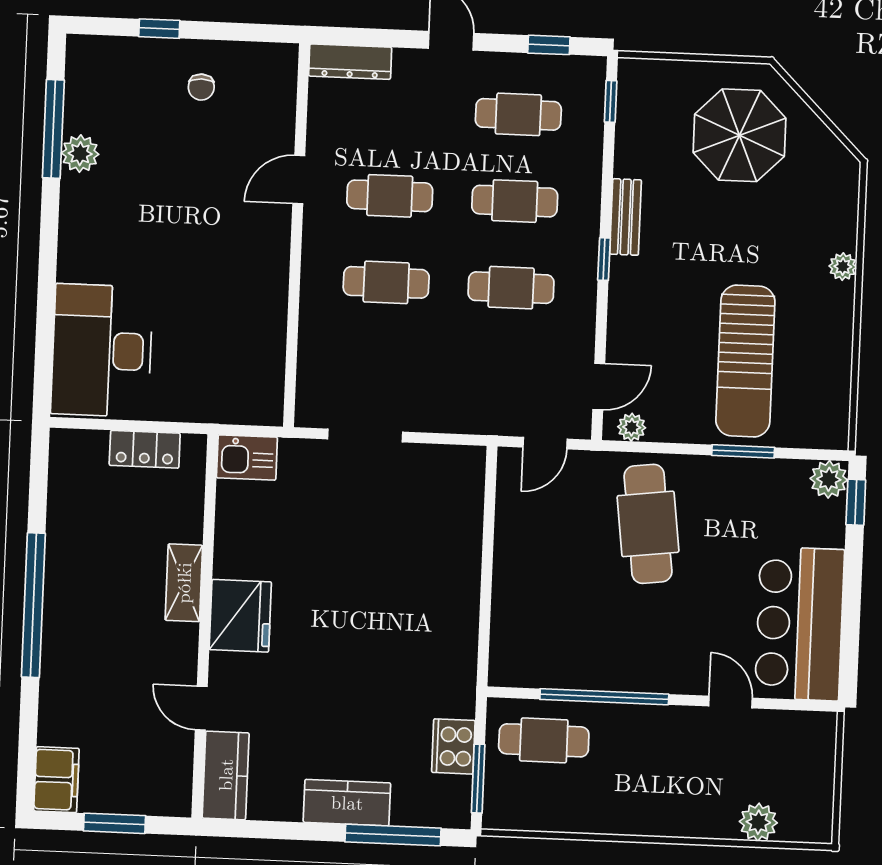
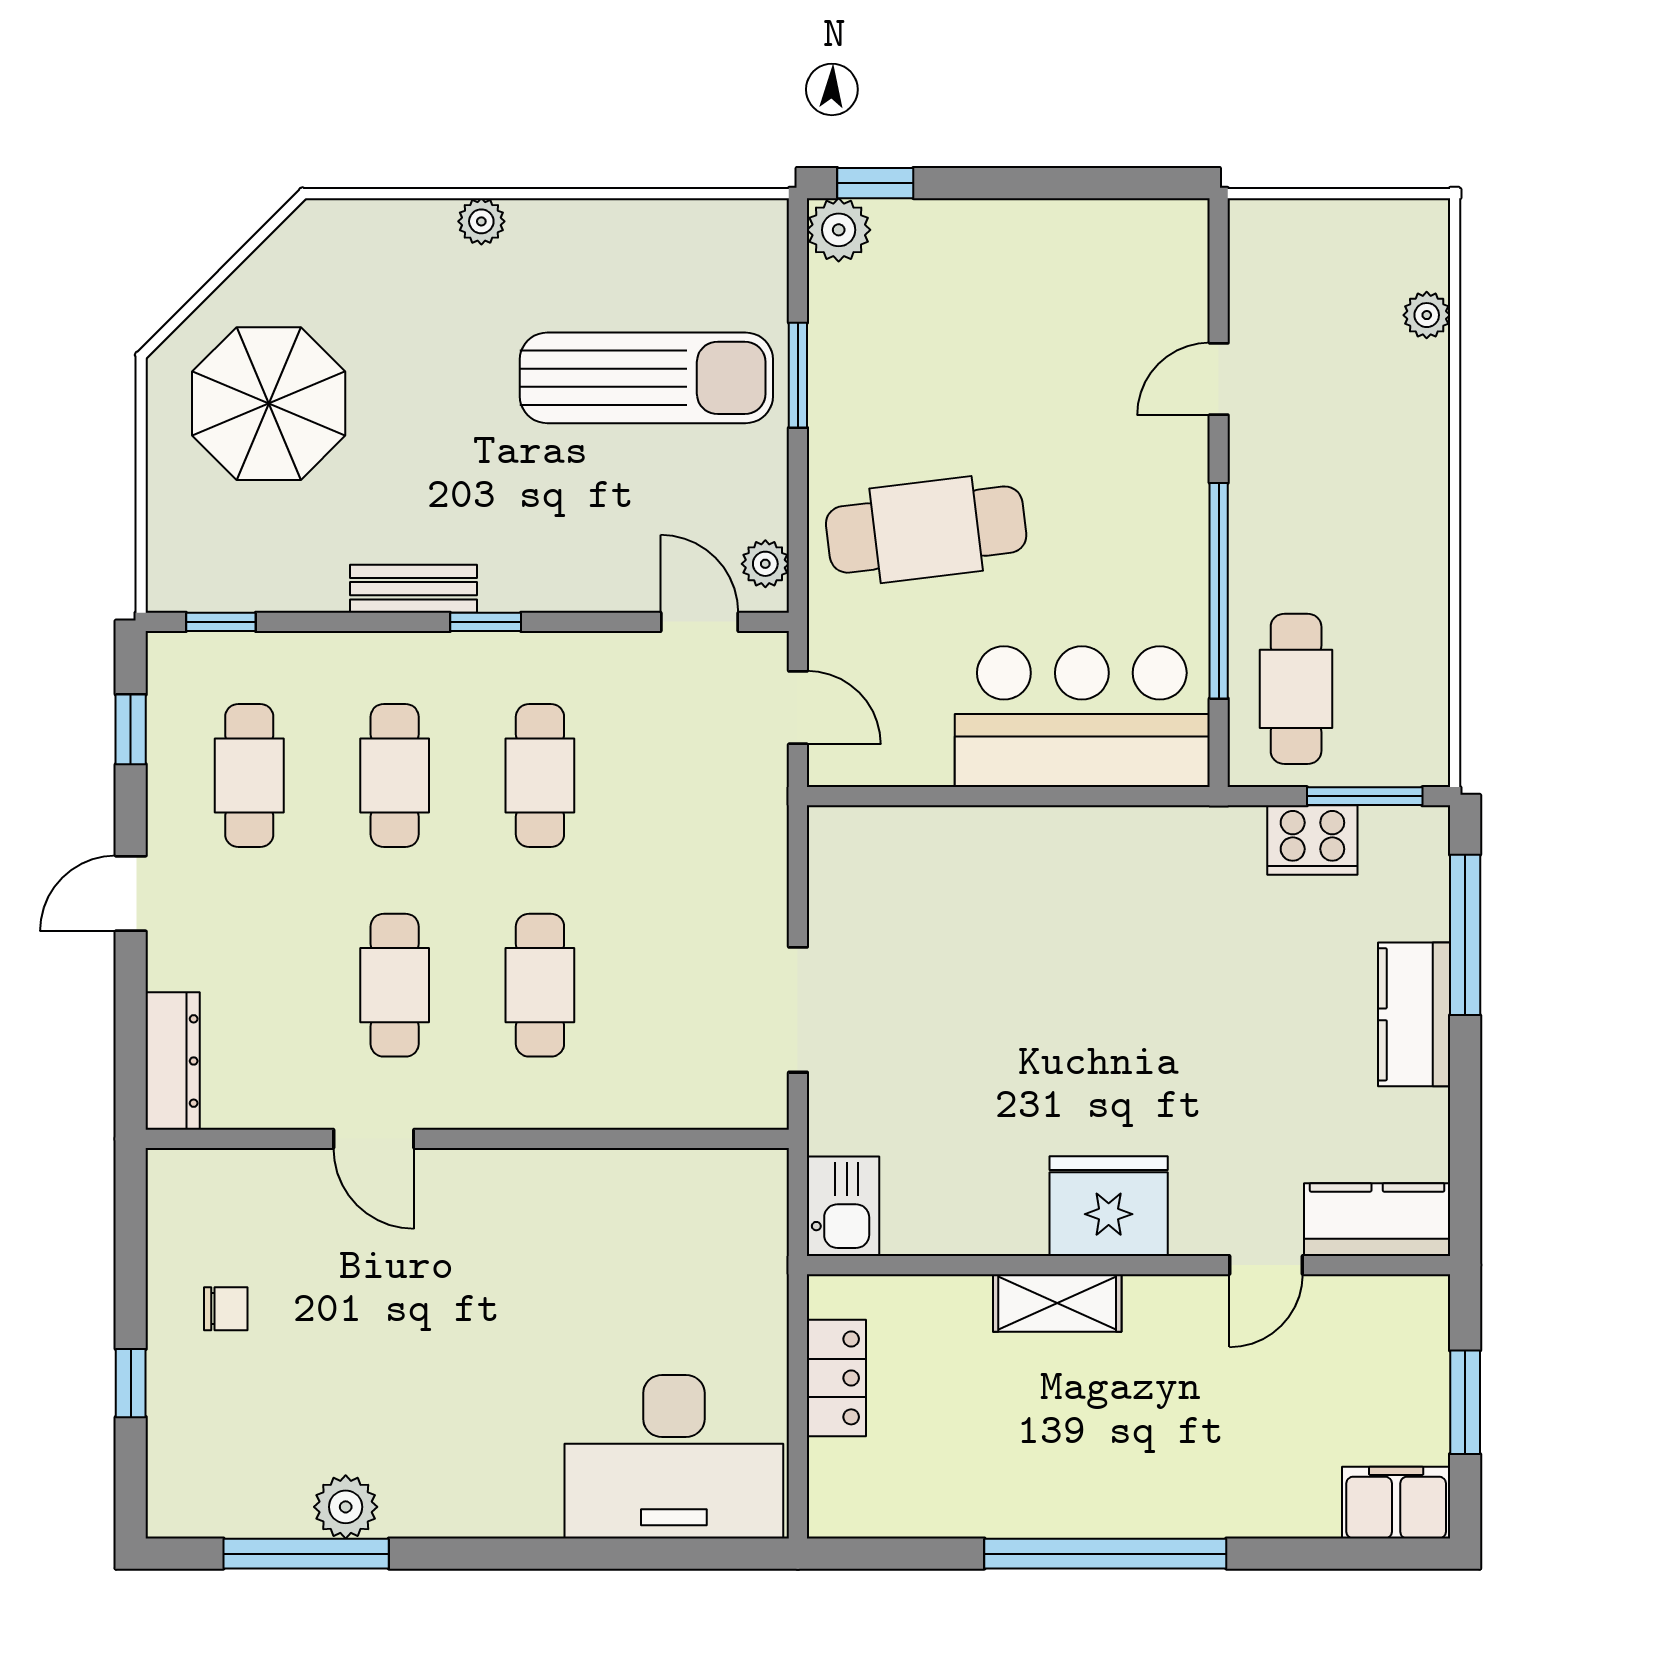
bar counter: (800, 624) -> (1082, 717), moved, turned 180
plant: (758, 822) -> (1427, 315), width x0.73, depth x0.73

